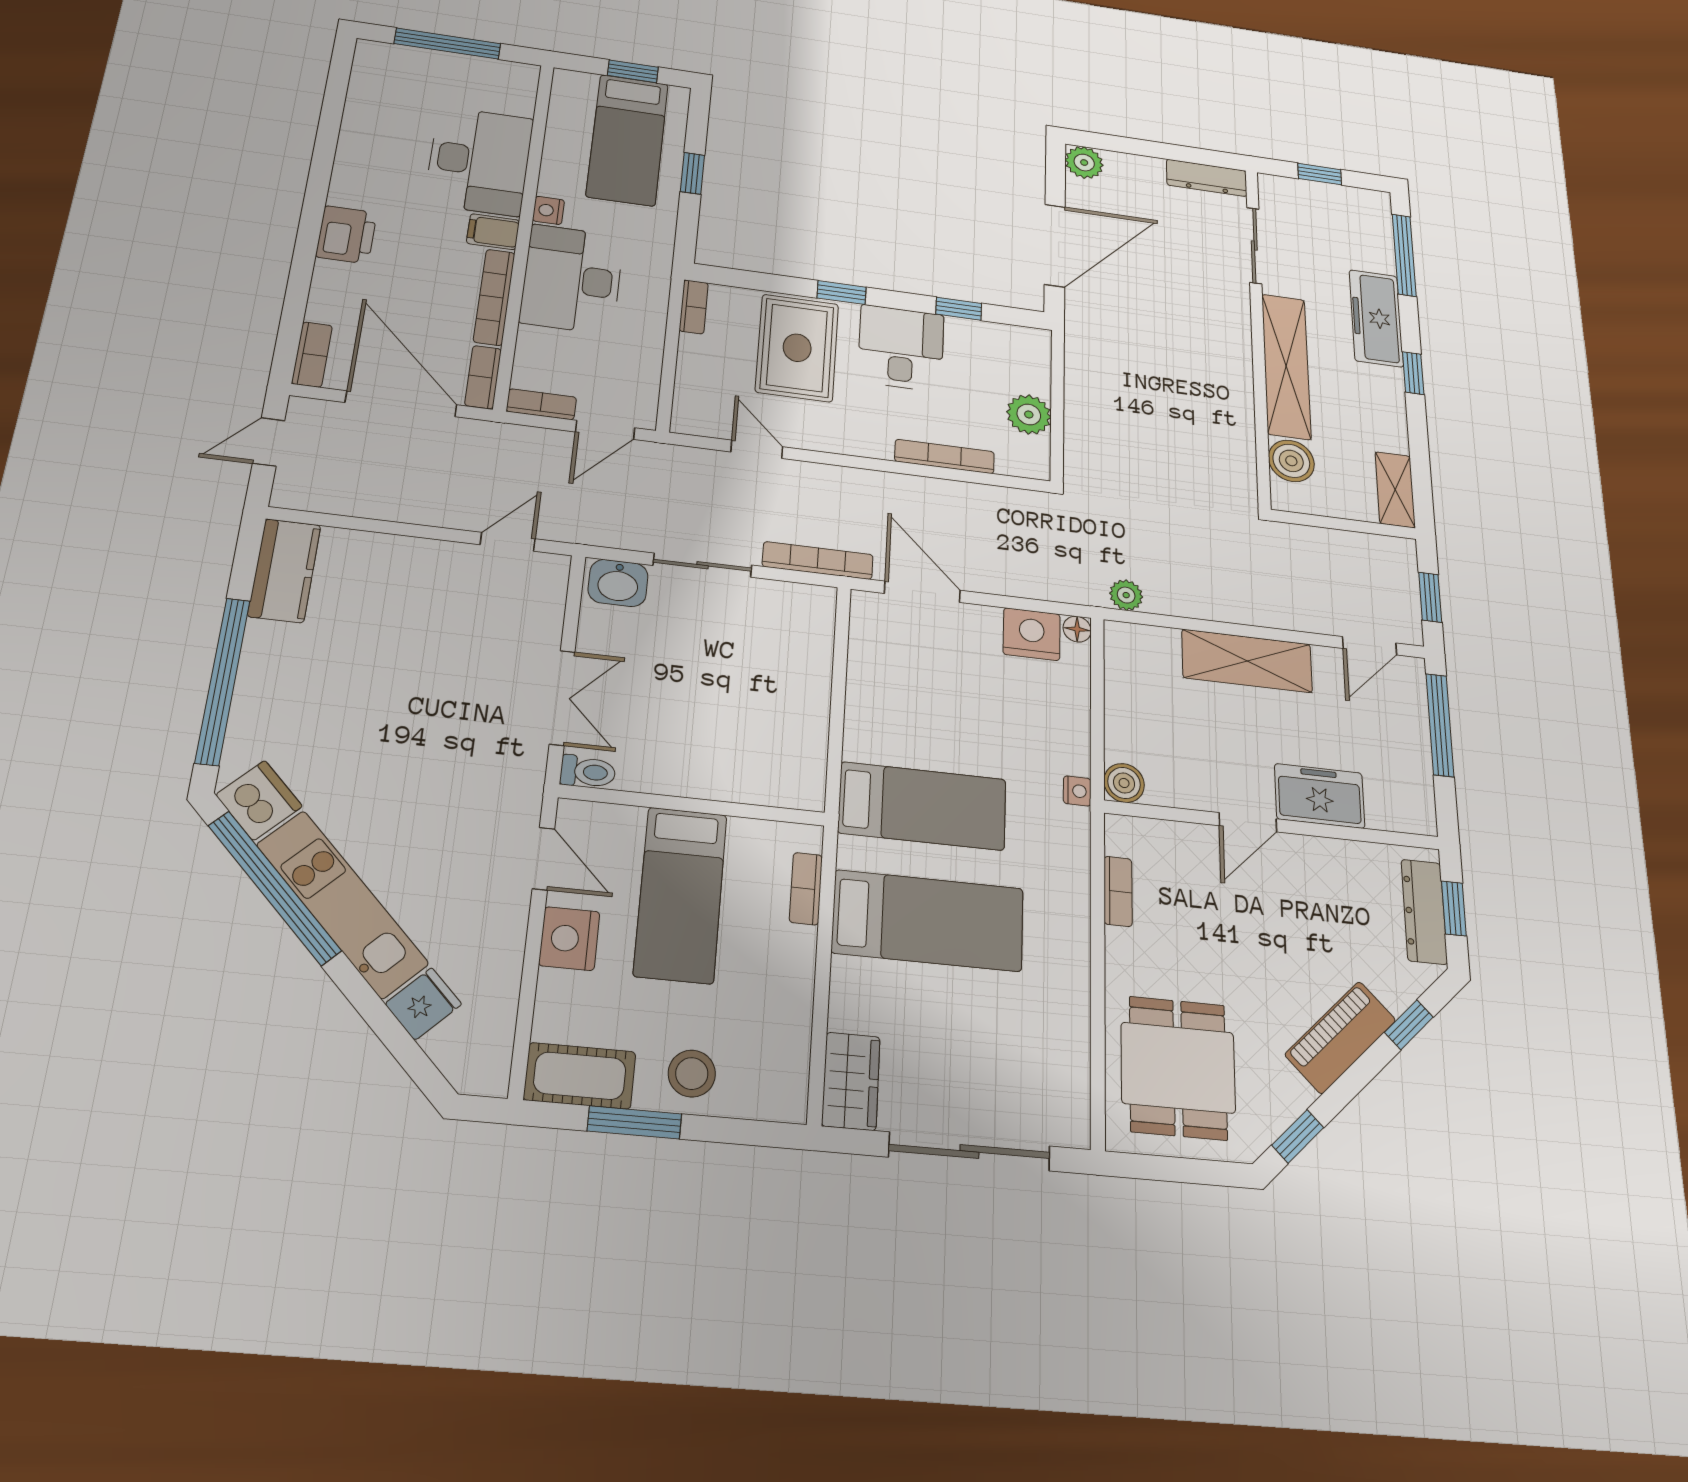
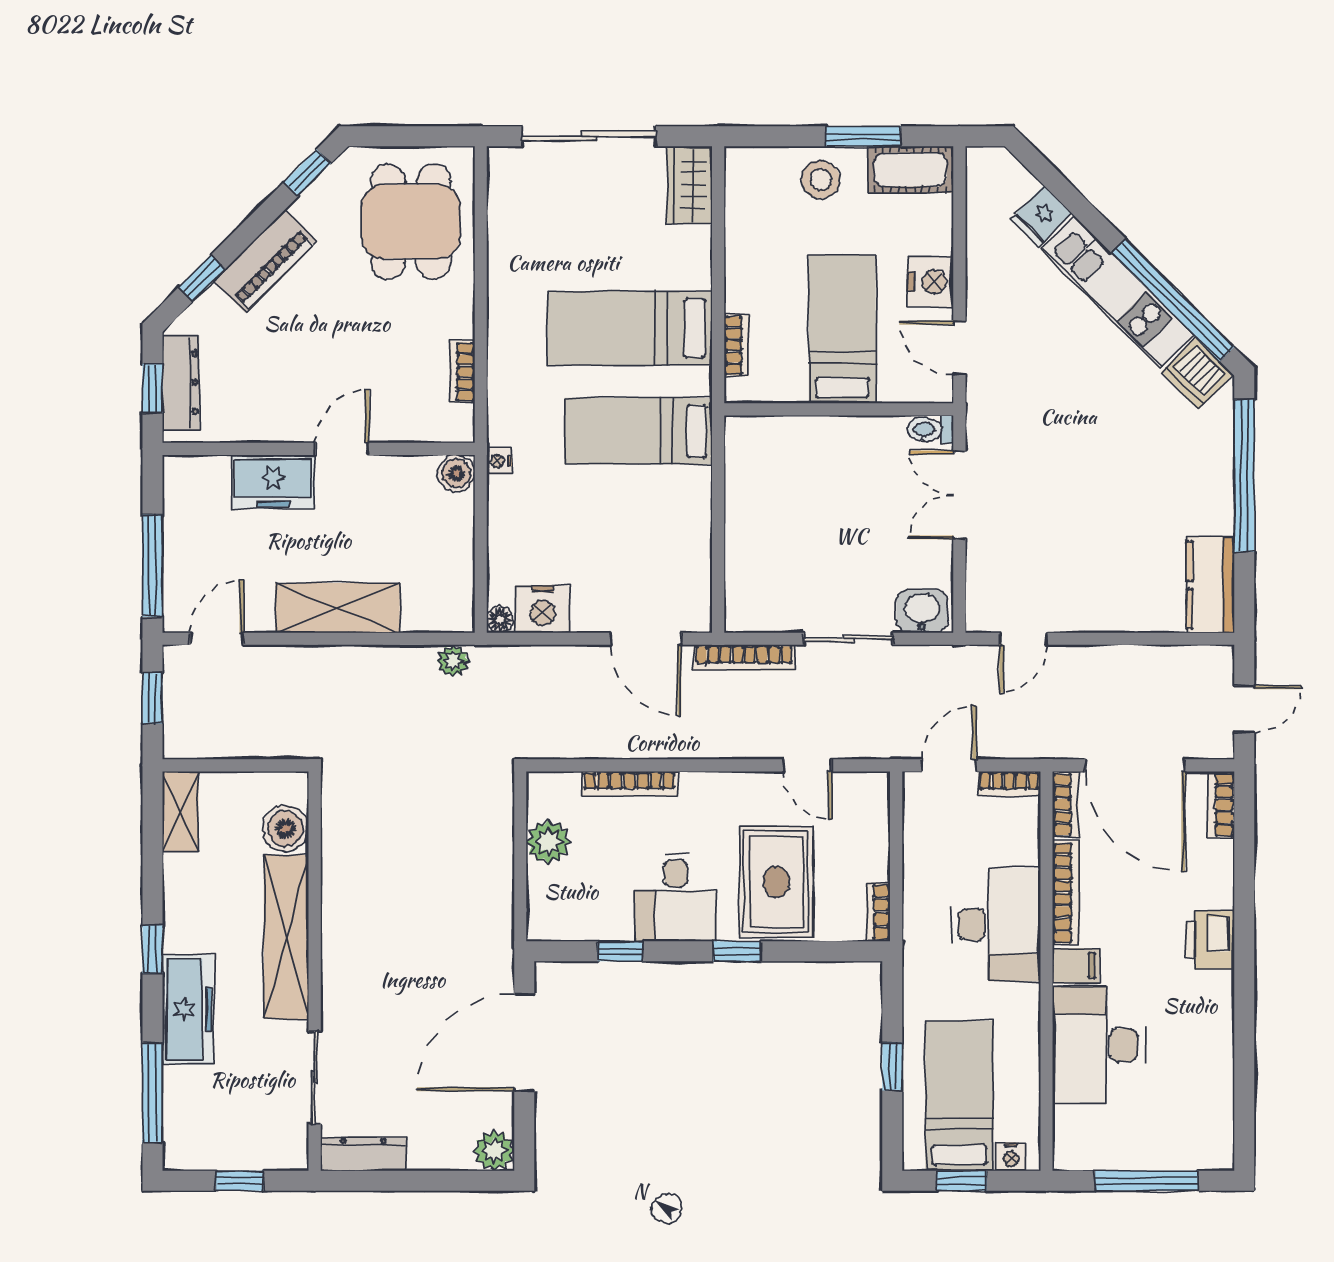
nightstand: (548, 210) -> (1011, 1157), moved, turned 90

